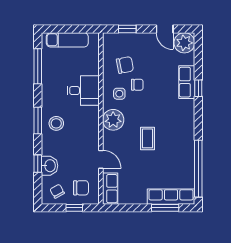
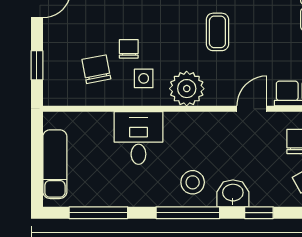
window: (38, 121) -> (188, 213), width x1.44
coffee table: (148, 138) -> (217, 32), turned 90
washbasin: (50, 166) -> (233, 193), moved

